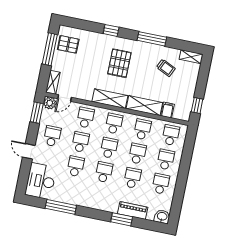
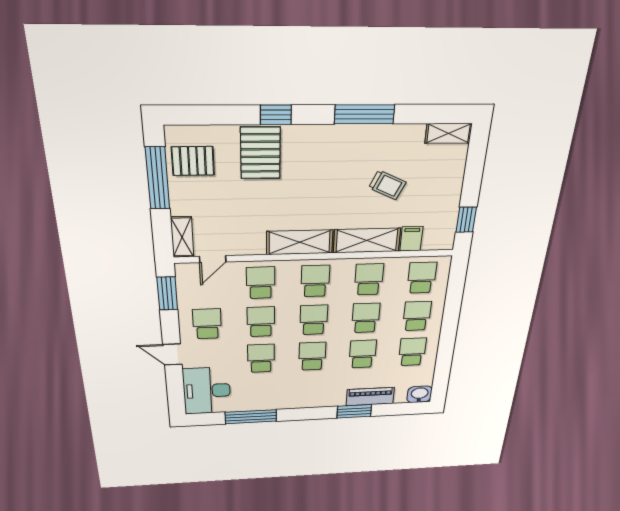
pallet: (119, 63) -> (260, 153), moved
trolley: (166, 68) -> (387, 185), moved
plant: (50, 103) -> (187, 273), removed

